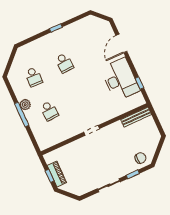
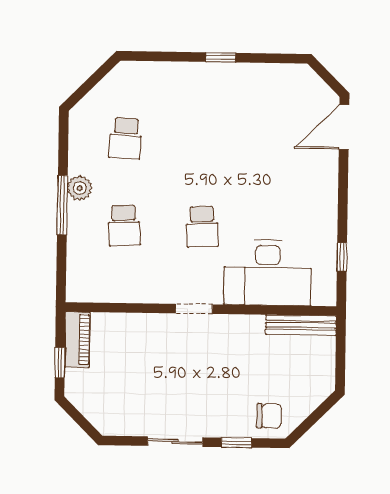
door: (121, 43) -> (344, 127), moved
school desk: (64, 63) -> (202, 227), moved
desk: (120, 79) -> (268, 273), moved, turned 90
piano: (57, 174) -> (77, 340), moved

